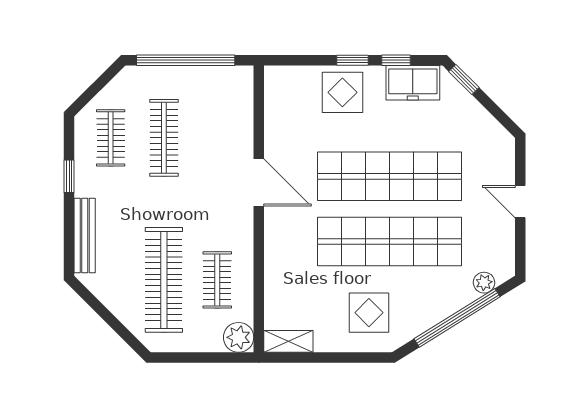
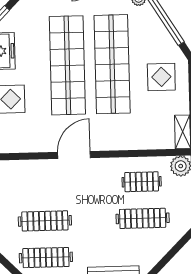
clothes rail: (111, 138) -> (46, 258), width x1.36
clothes rail: (164, 280) -> (143, 218), width x0.73, depth x0.76

